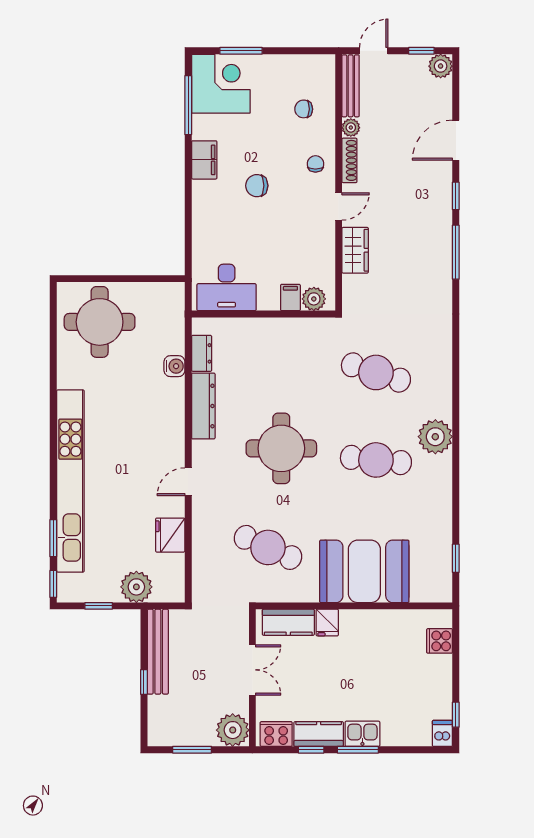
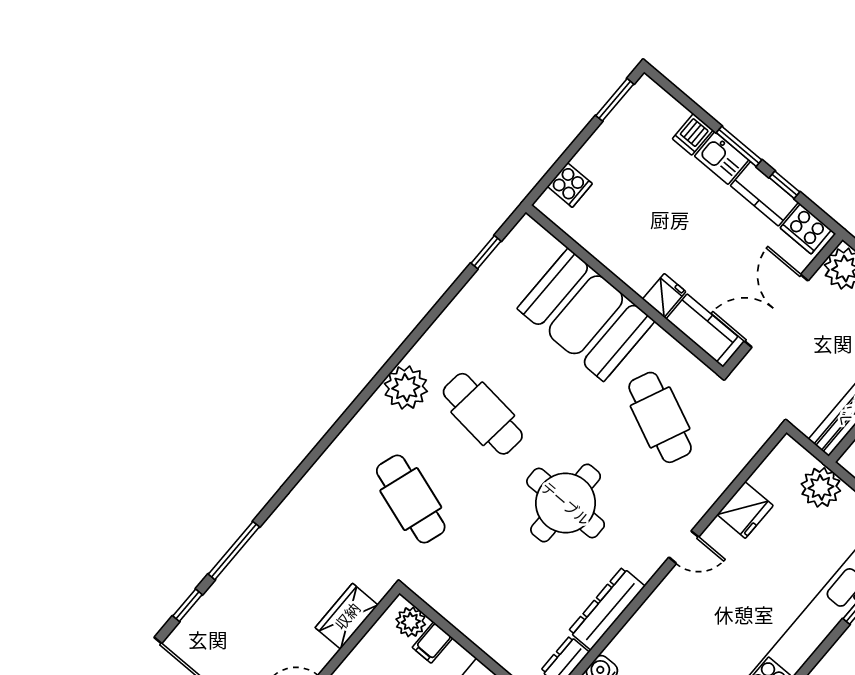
wardrobe: (355, 250) -> (347, 616), moved
double door: (252, 670) -> (776, 311), width x1.37
window: (456, 715) -> (615, 100), width x1.50
dishwasher: (442, 733) -> (693, 134), moved

